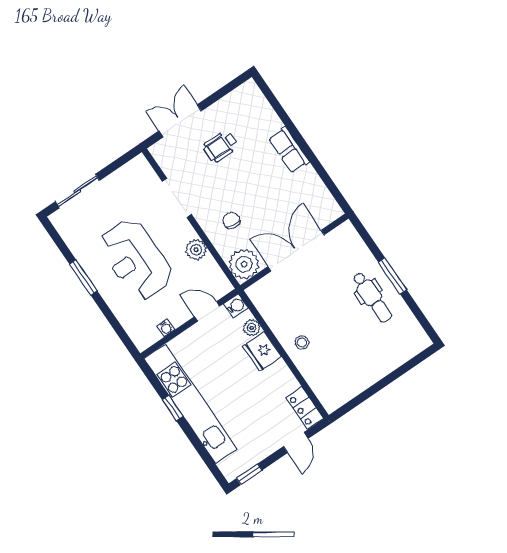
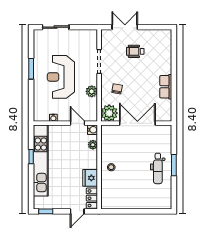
row of seats: (289, 150) -> (166, 87), moved
fridge: (262, 351) -> (90, 178), moved

